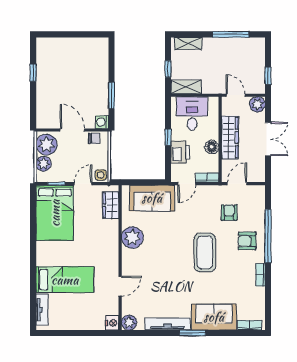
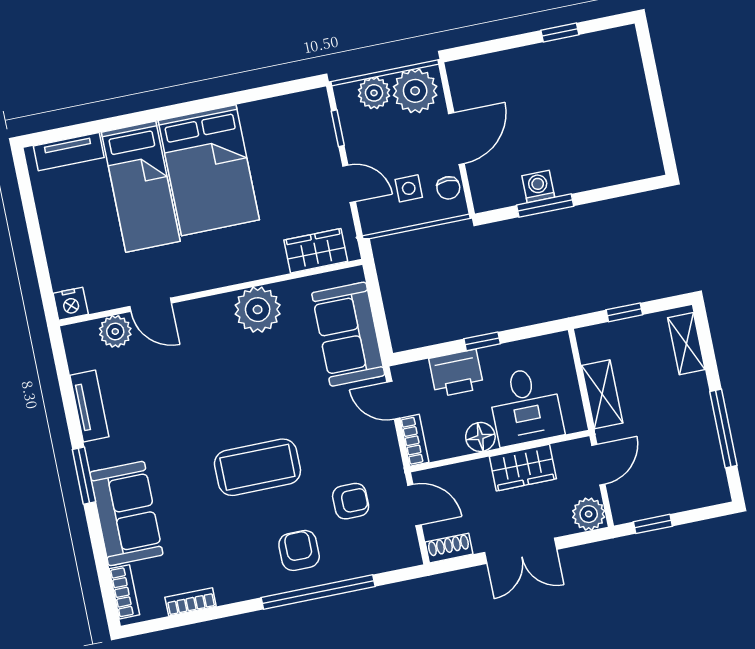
shelving: (186, 87) -> (602, 394), moved
desk: (192, 114) -> (526, 406), moved, turned 90
washing machine: (102, 122) -> (538, 187), moved
wardrobe: (230, 137) -> (523, 468), width x0.67
shoe rack: (260, 172) -> (449, 548), added
side table: (101, 175) -> (409, 188), moved
bed: (55, 213) -> (209, 170), moved, turned -90
bookcase: (261, 275) -> (191, 602), moved
plant: (129, 323) -> (115, 331), moved
tv unit: (168, 324) -> (89, 406), width x0.71

